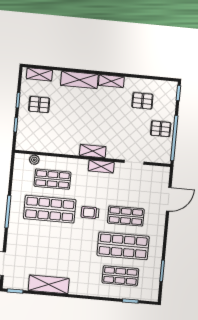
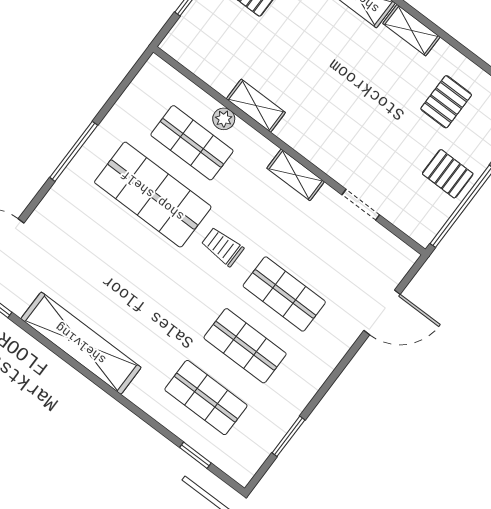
pallet: (142, 101) -> (446, 102), turned 90
shelving: (93, 151) -> (256, 106), moved
plant: (34, 160) -> (224, 119), moved
shop shelf: (123, 246) -> (245, 346), width x0.70, depth x0.74
shelving: (49, 284) -> (81, 343), width x1.47

